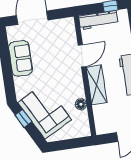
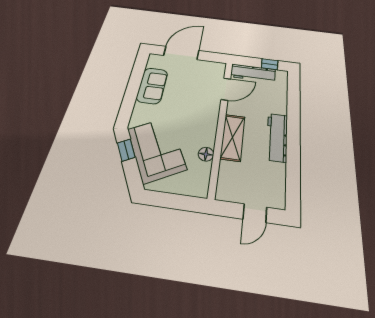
door: (82, 56) -> (226, 89), moved

